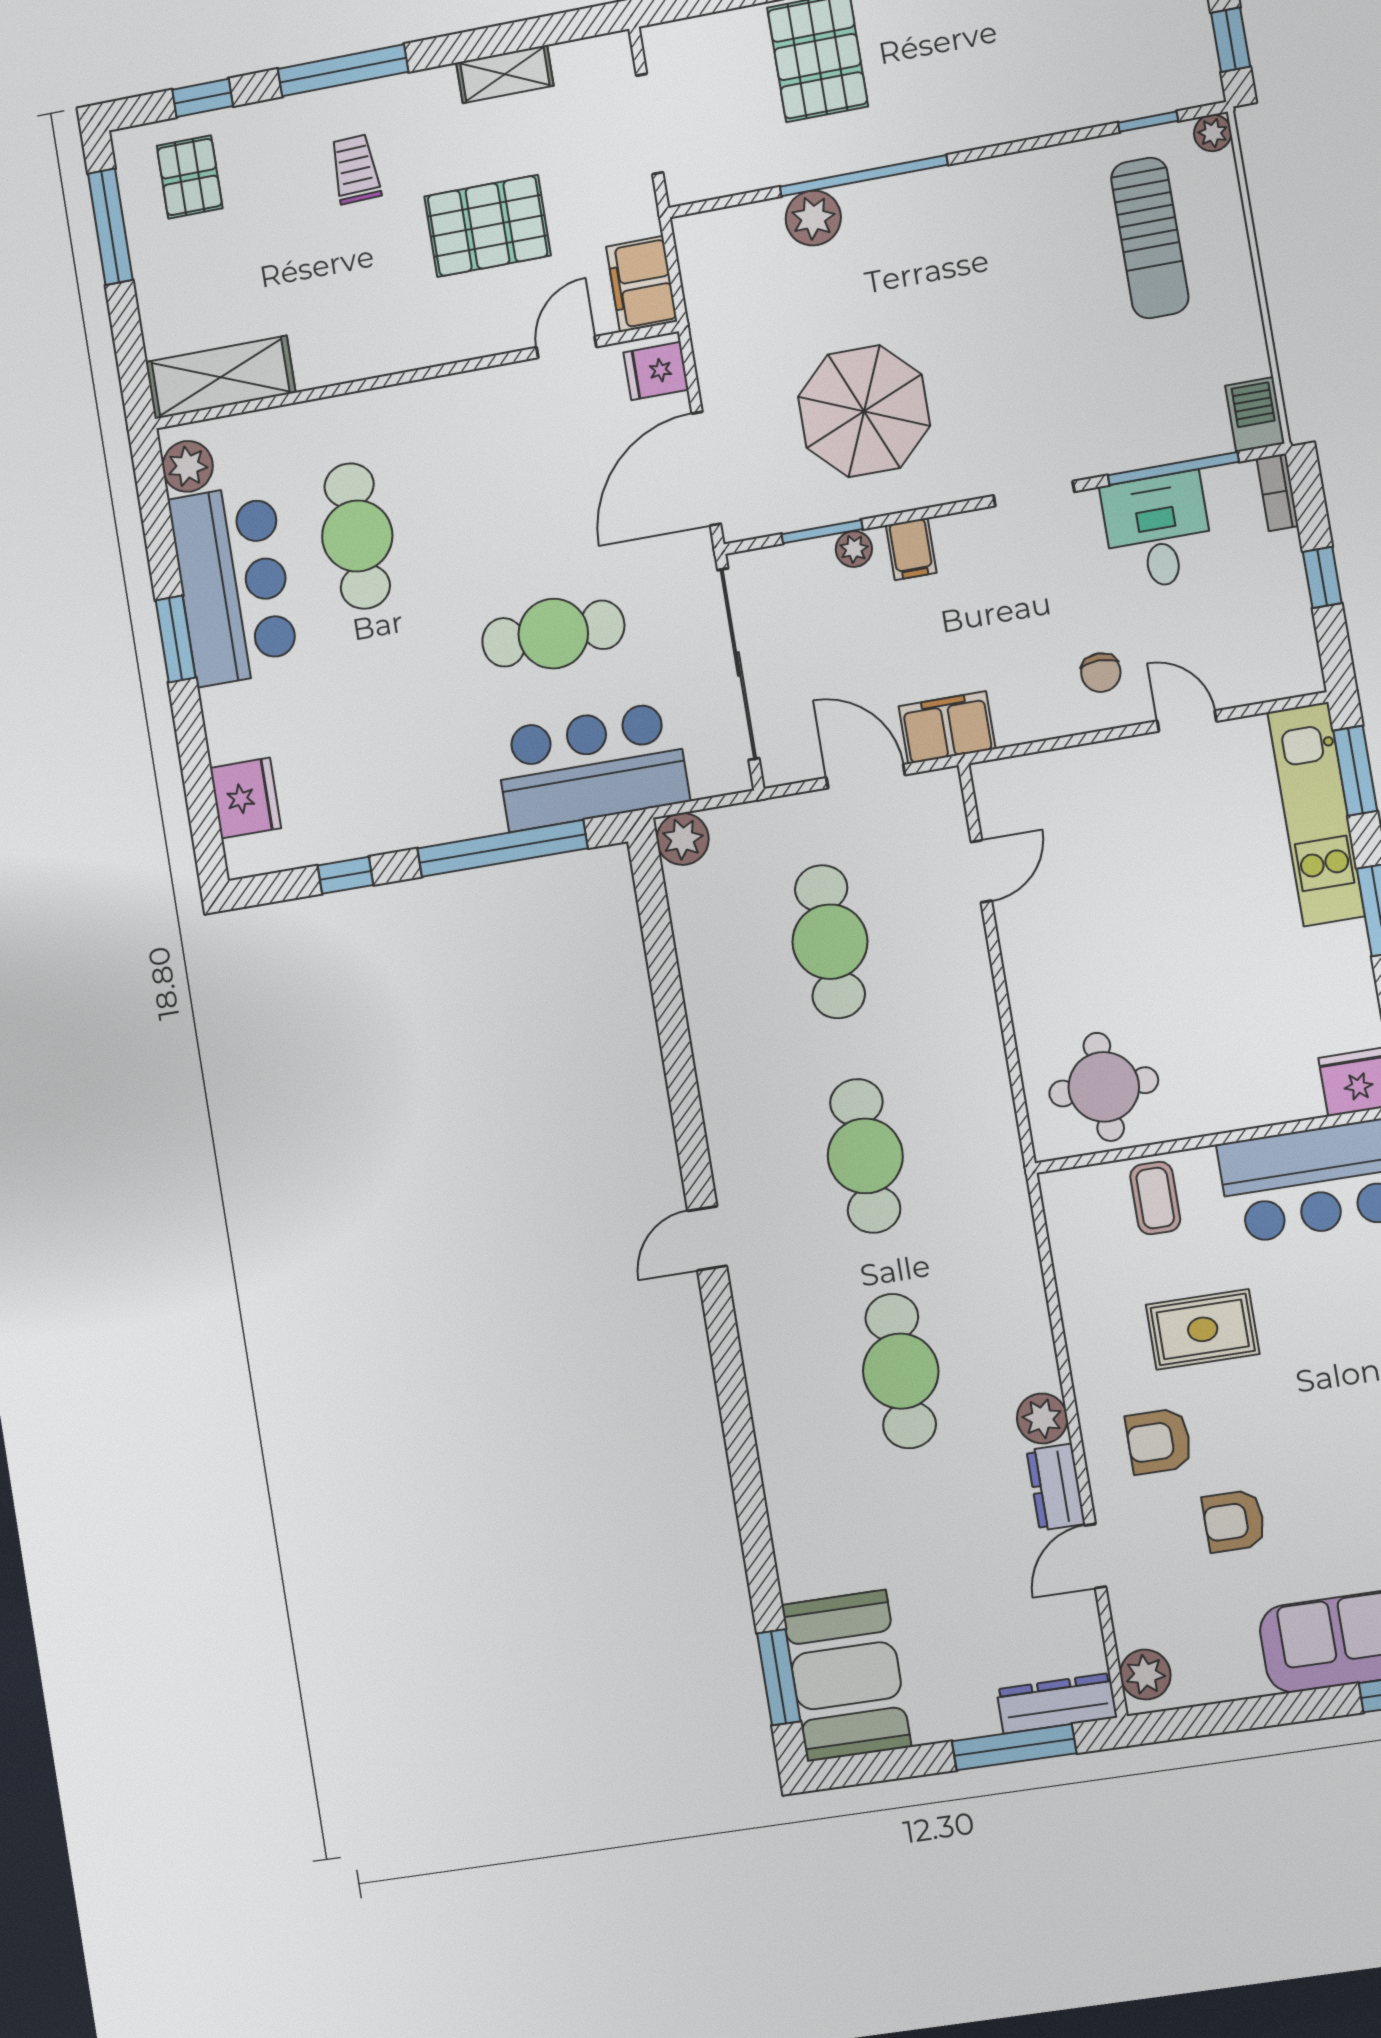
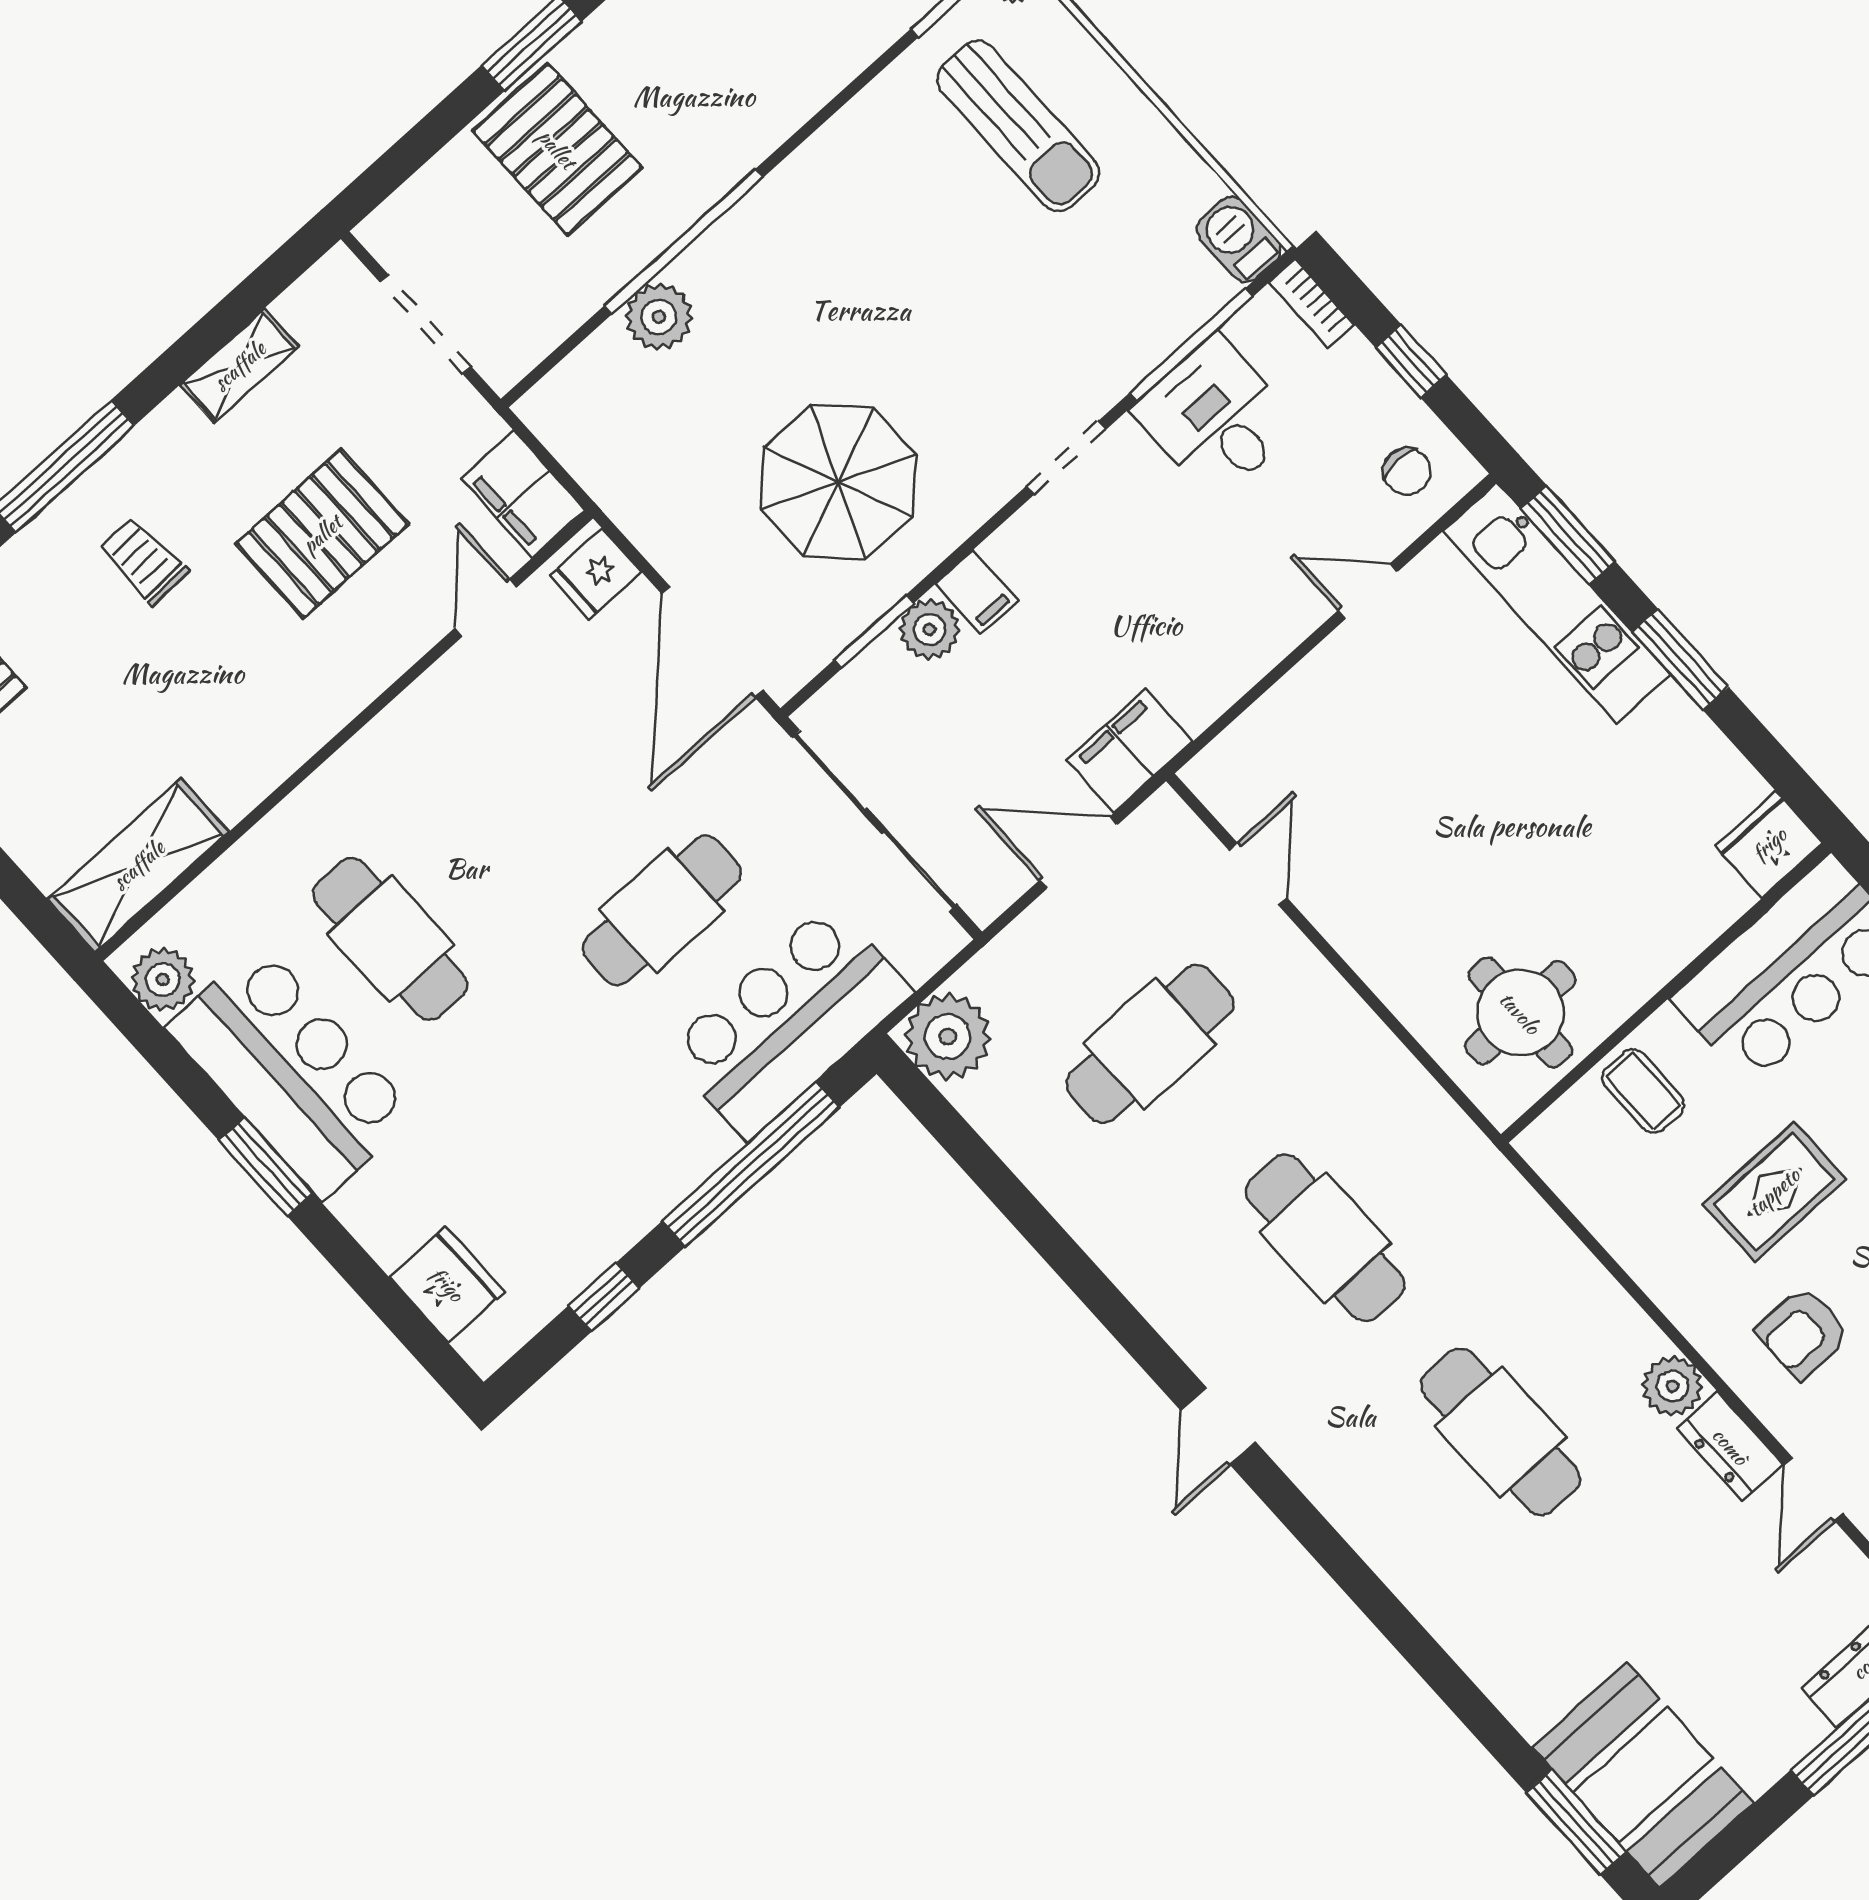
plant: (854, 549) -> (929, 630), width x1.38, depth x1.38
chair: (1101, 673) -> (1407, 471), moved
plant: (683, 839) -> (948, 1037), width x1.36, depth x1.36
cafe table: (830, 942) -> (1150, 1044), turned 90

